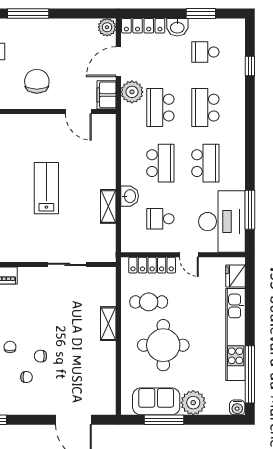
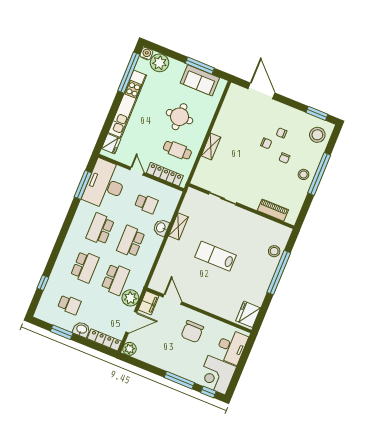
lab bench: (46, 188) -> (215, 256), turned 90
round table: (163, 345) -> (180, 117), width x0.73, depth x0.73
plant: (193, 403) -> (160, 63), moved

